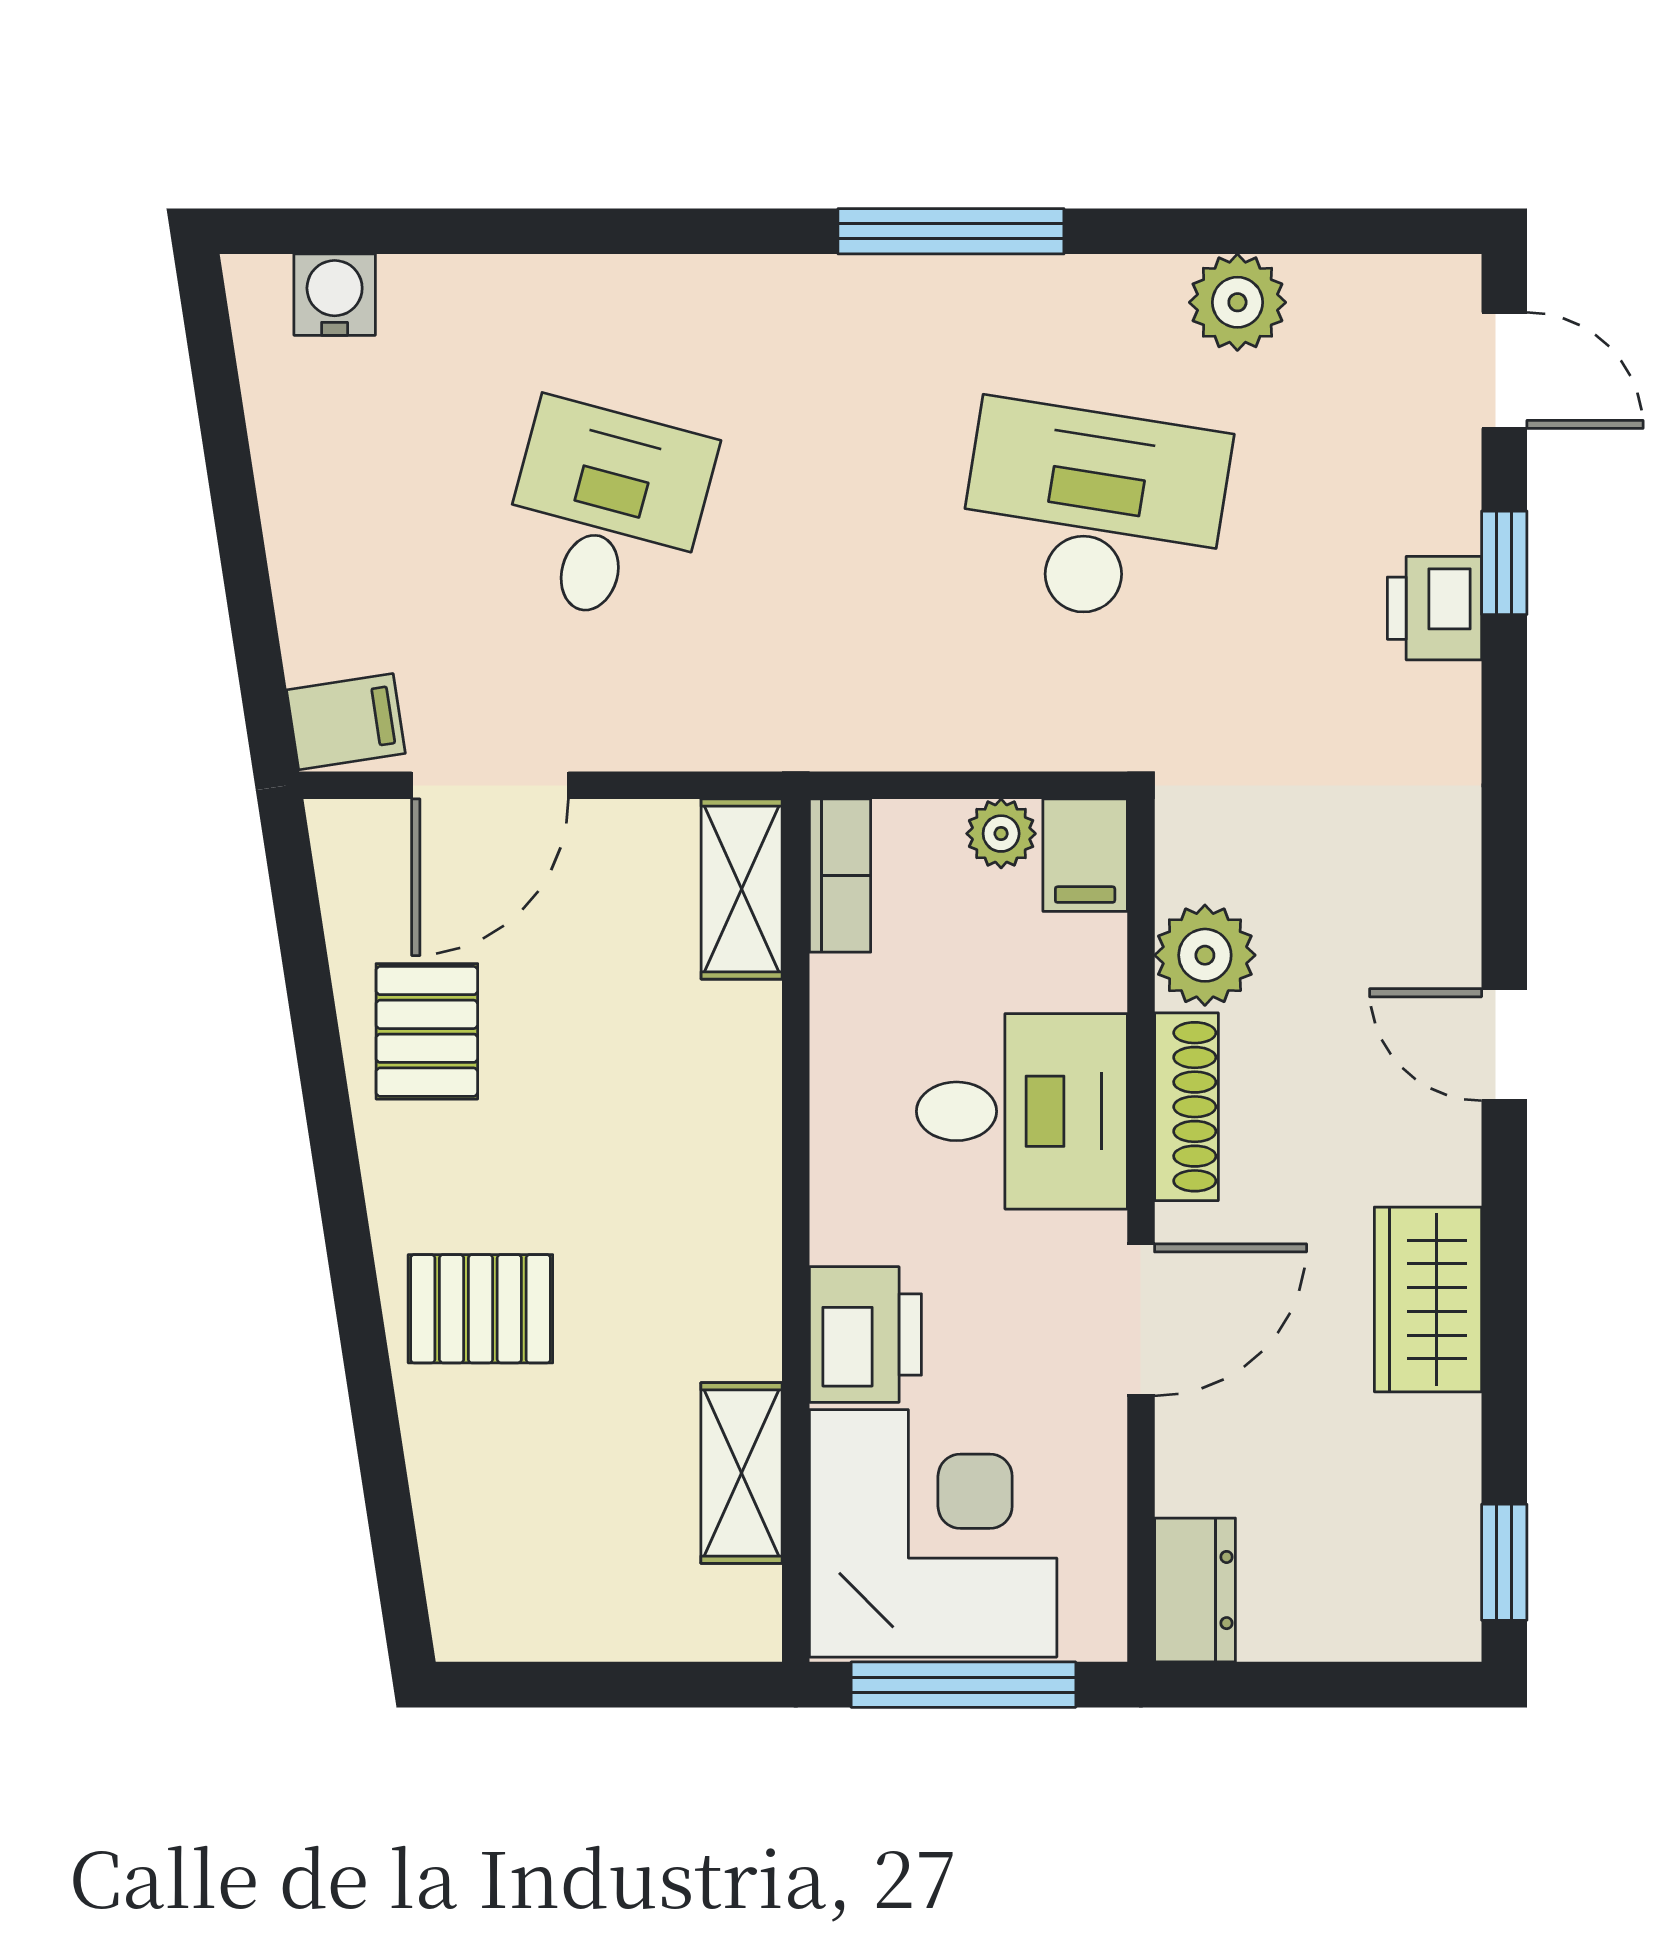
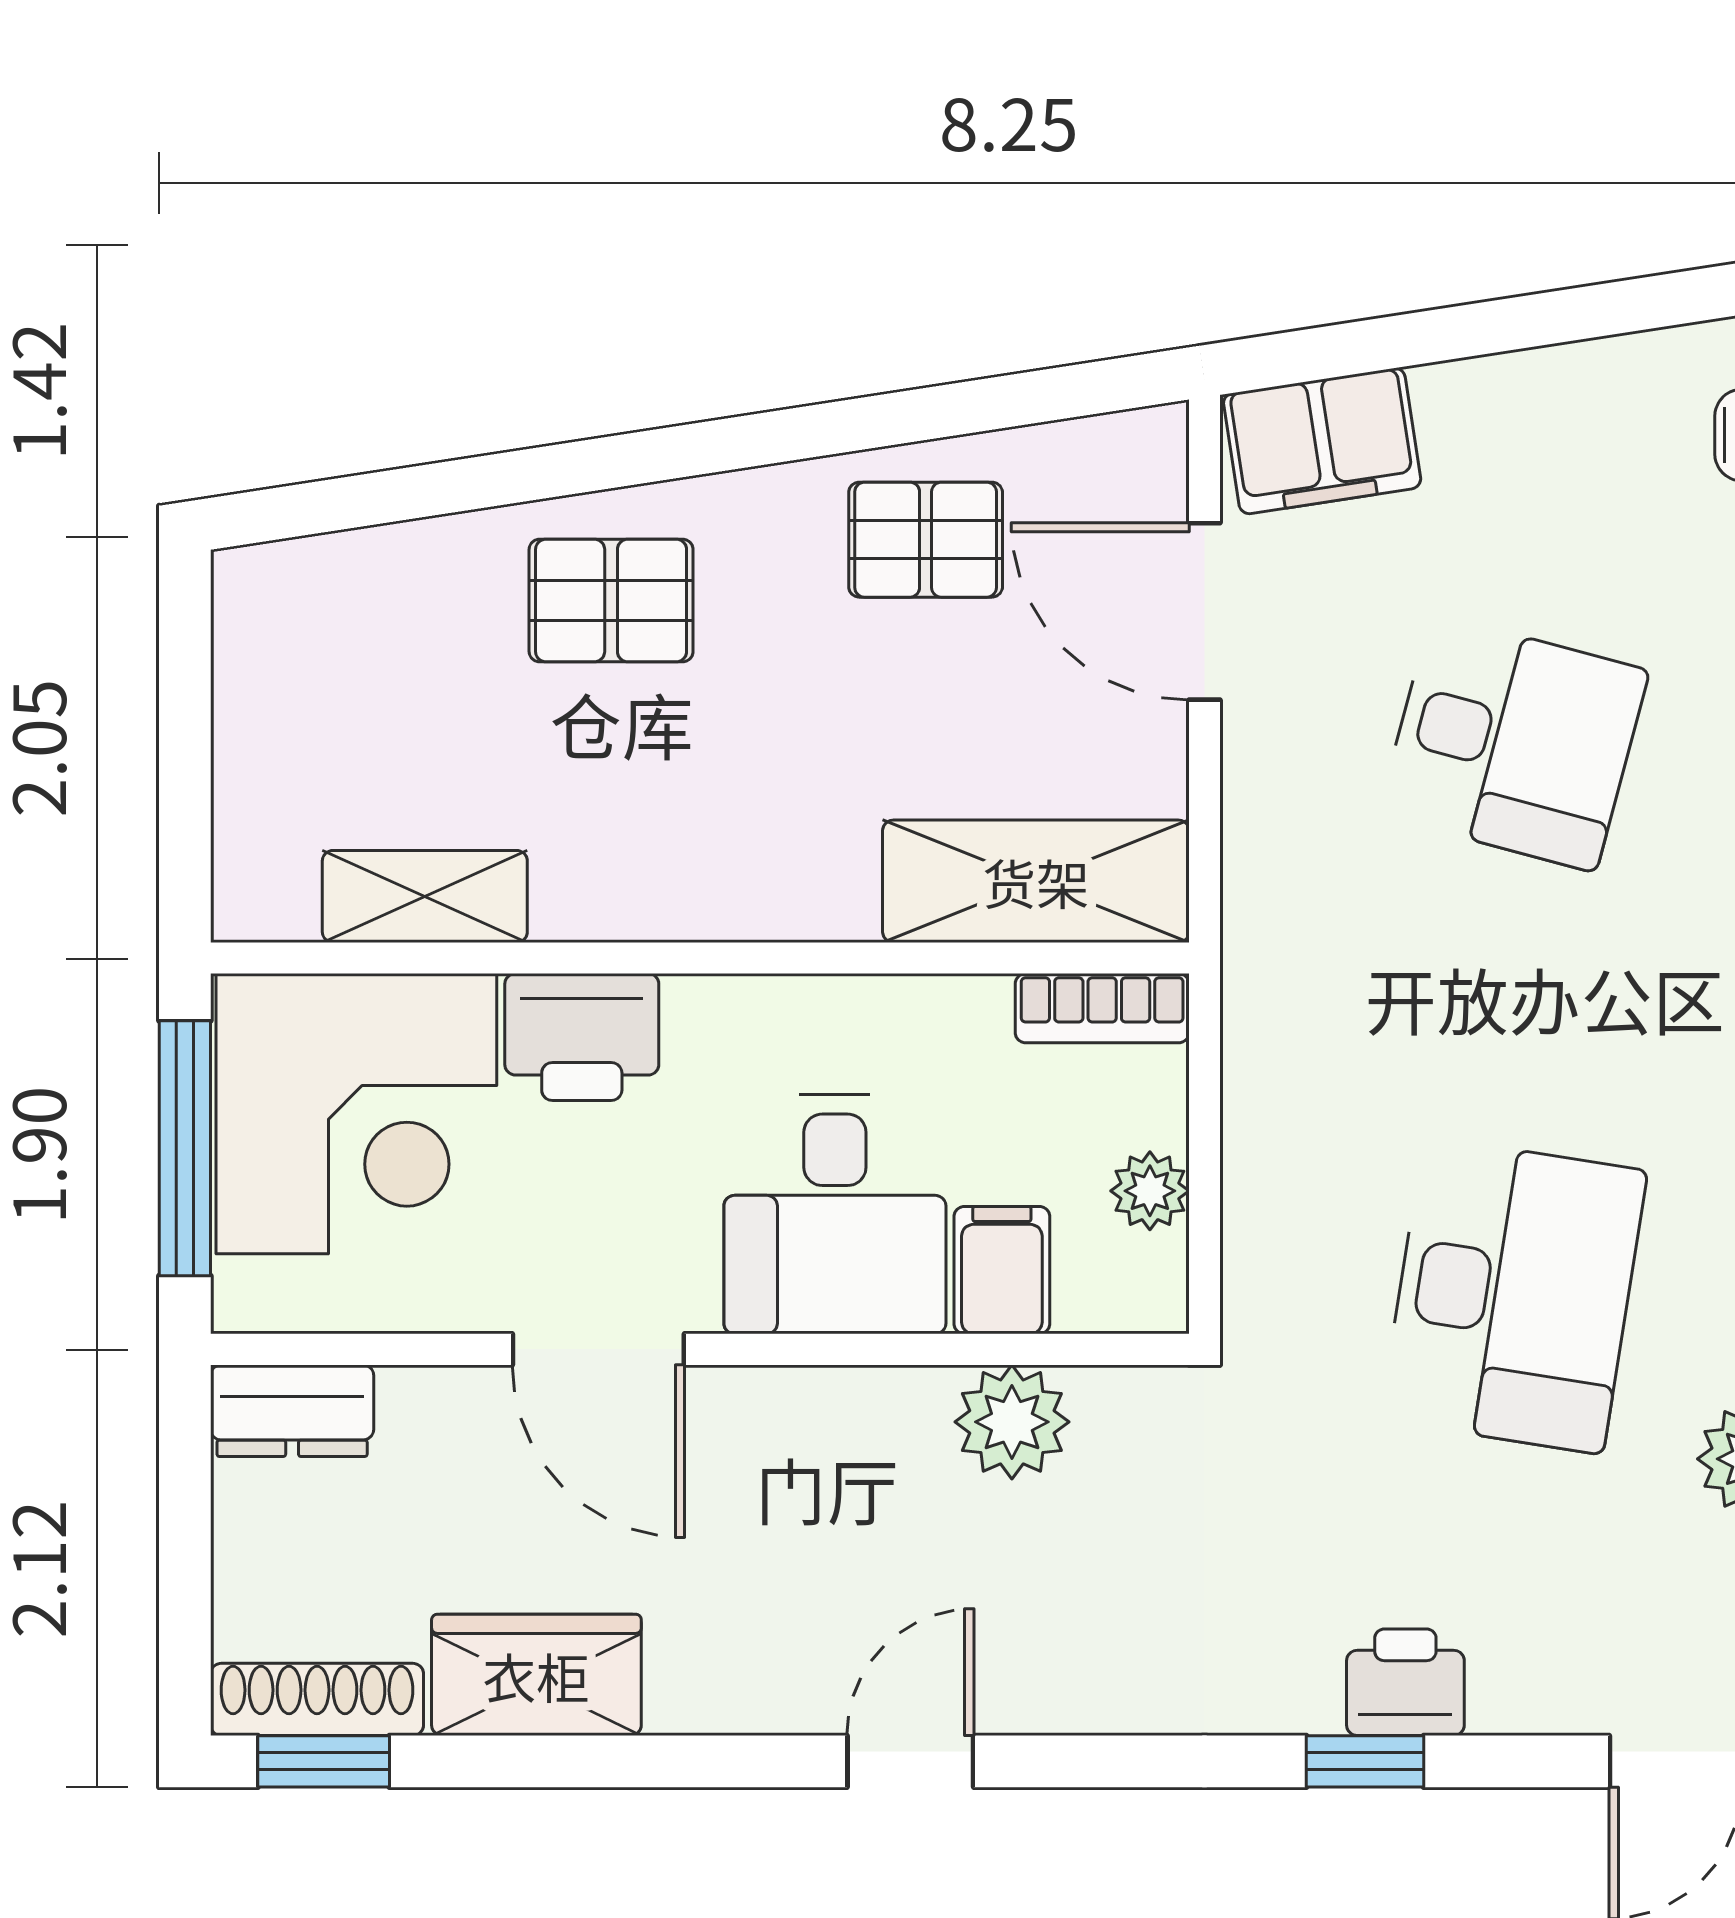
window: (1504, 563) -> (1365, 1761), moved
filing cabinet: (346, 722) -> (1322, 441), width x2.00
filing cabinet: (1085, 855) -> (1002, 1270), moved, turned 90
shelving: (742, 889) -> (1036, 881), width x1.50, depth x1.33
shoe rack: (1186, 1107) -> (317, 1699), moved, turned 180
wardrobe: (1428, 1299) -> (536, 1675), moved
pallet: (480, 1309) -> (611, 600), turned 90

